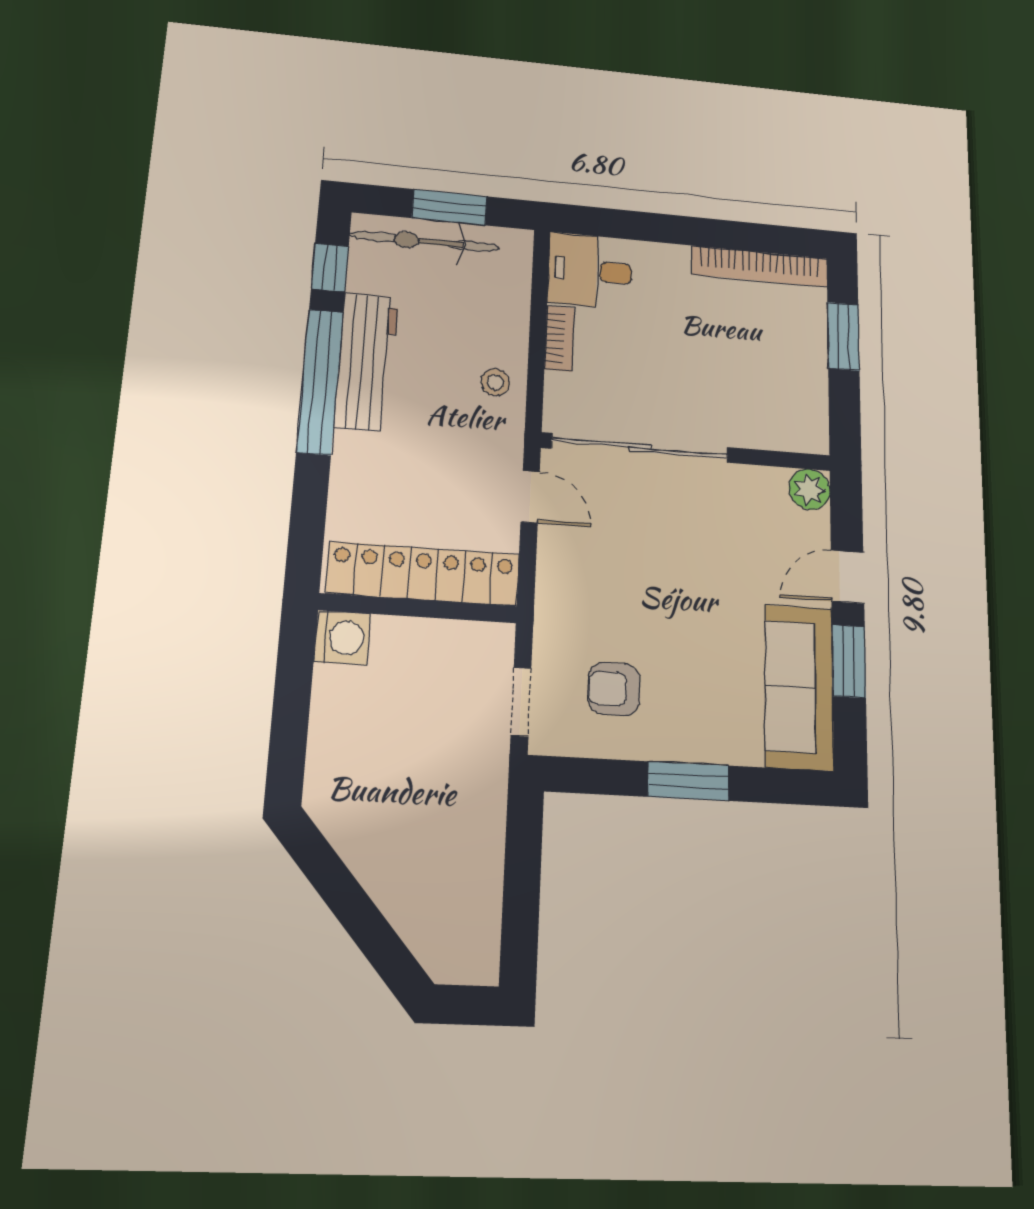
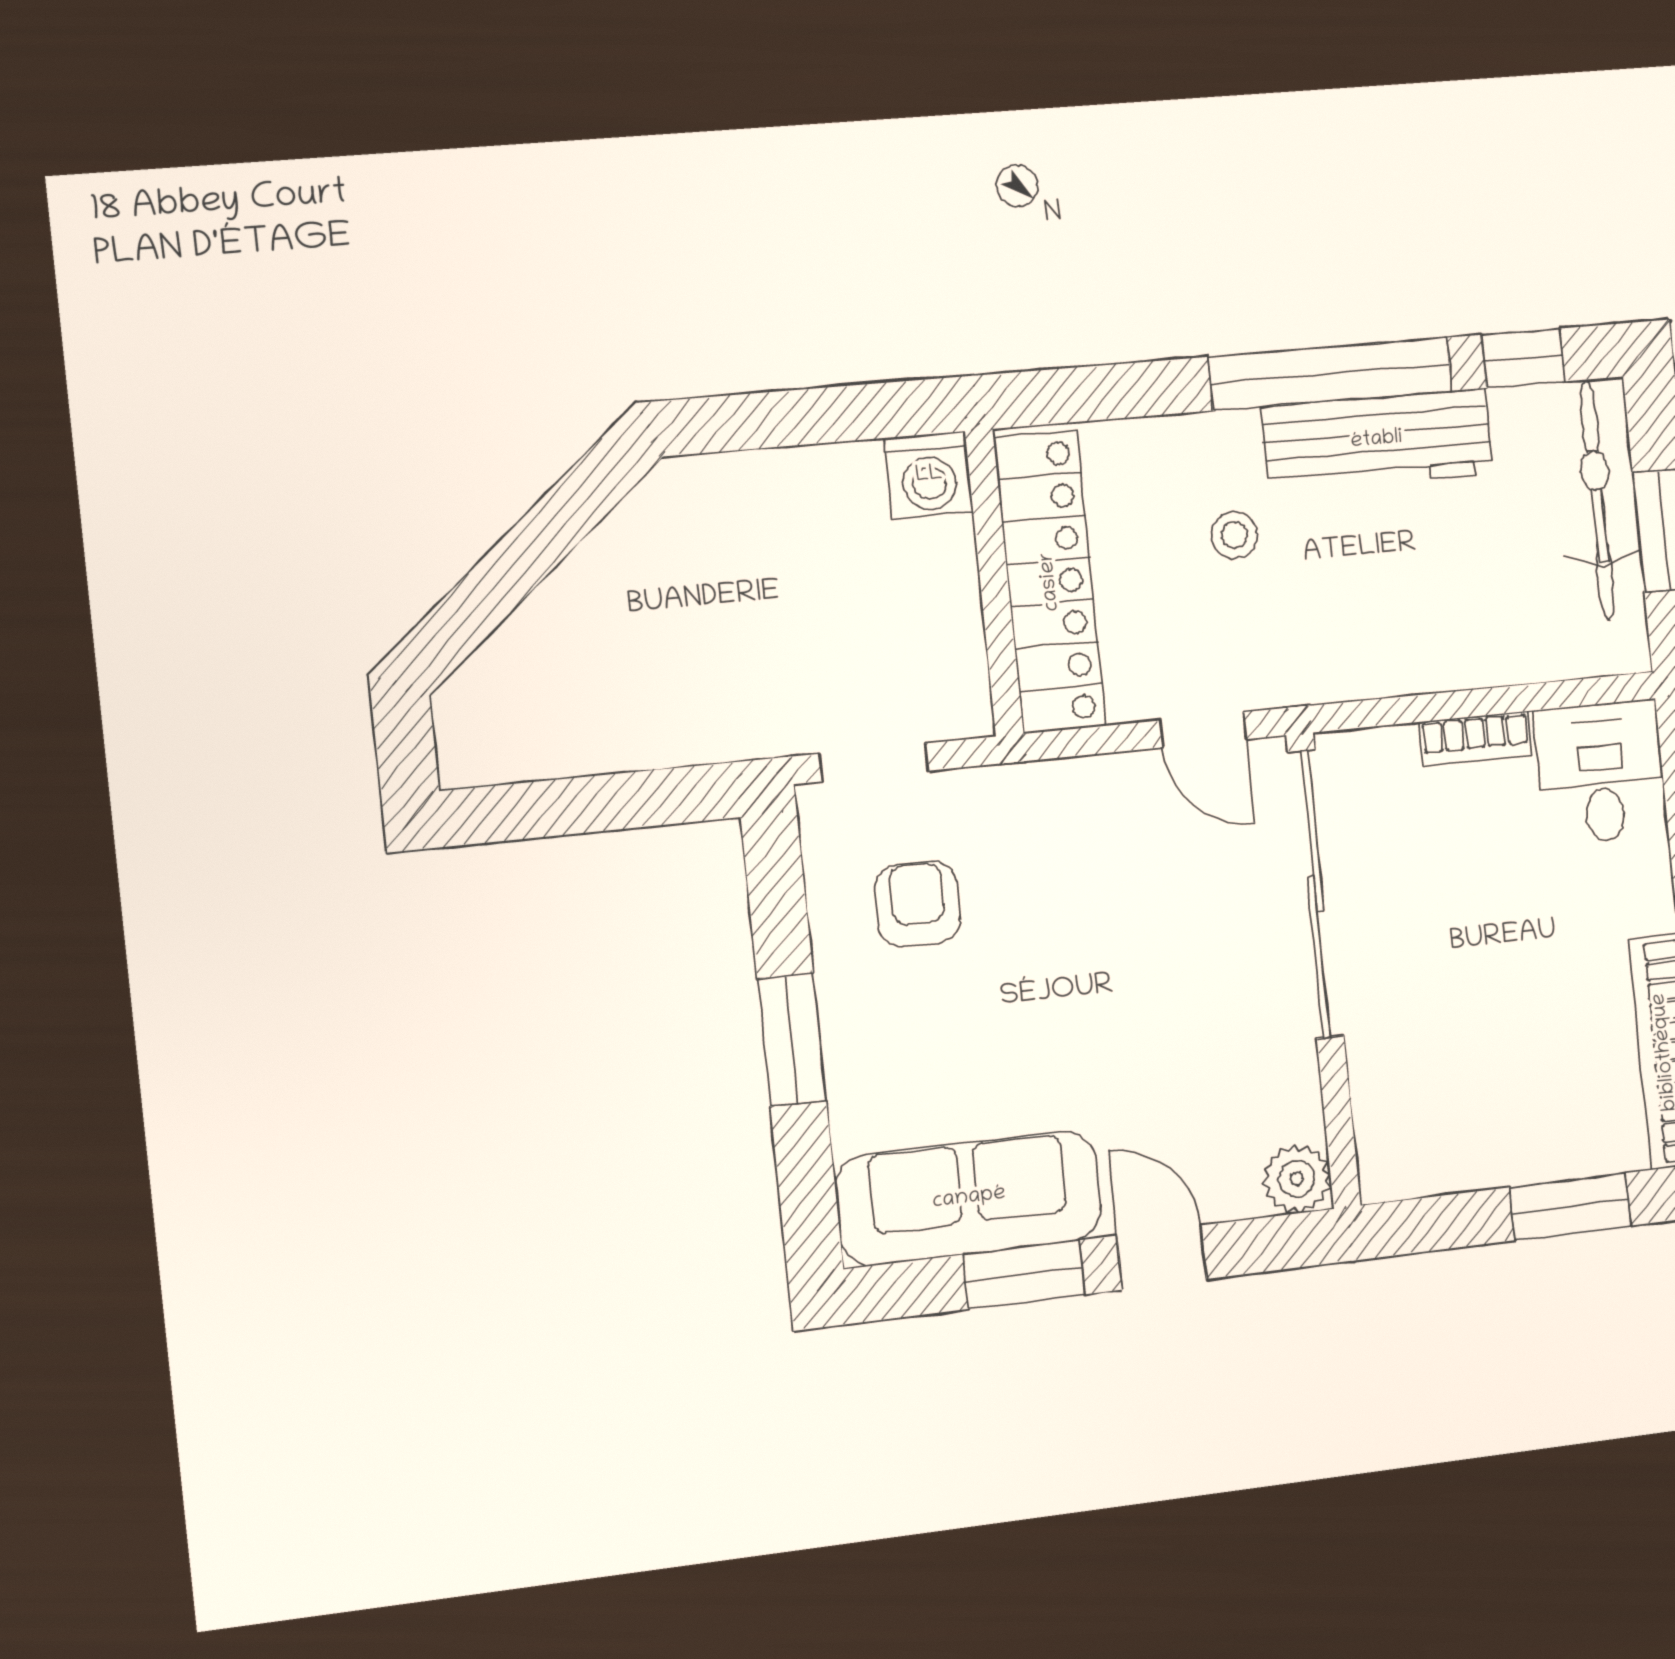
stool: (495, 382) -> (1234, 535), moved
door: (530, 497) -> (1203, 730), hinge flipped

